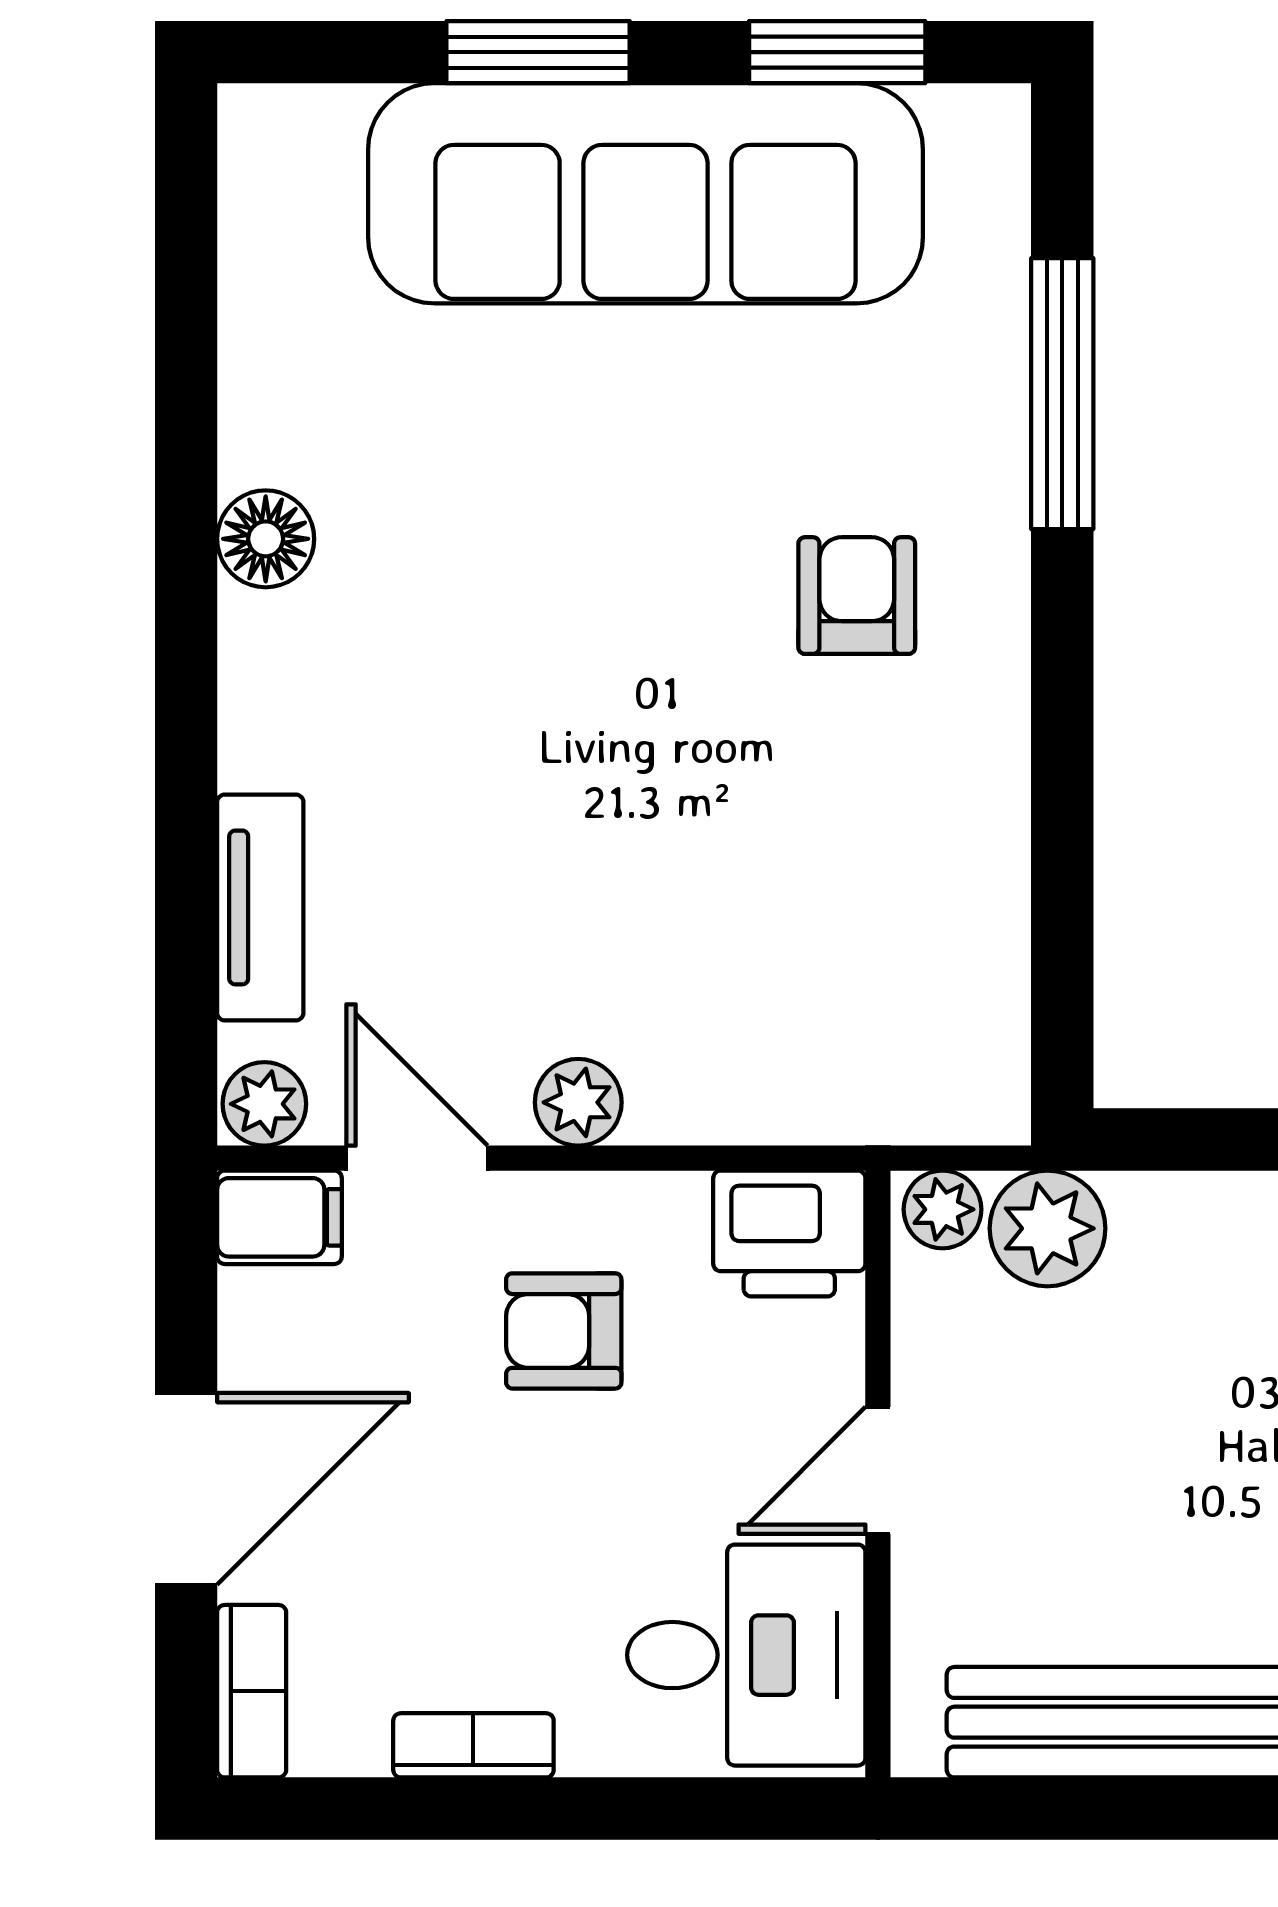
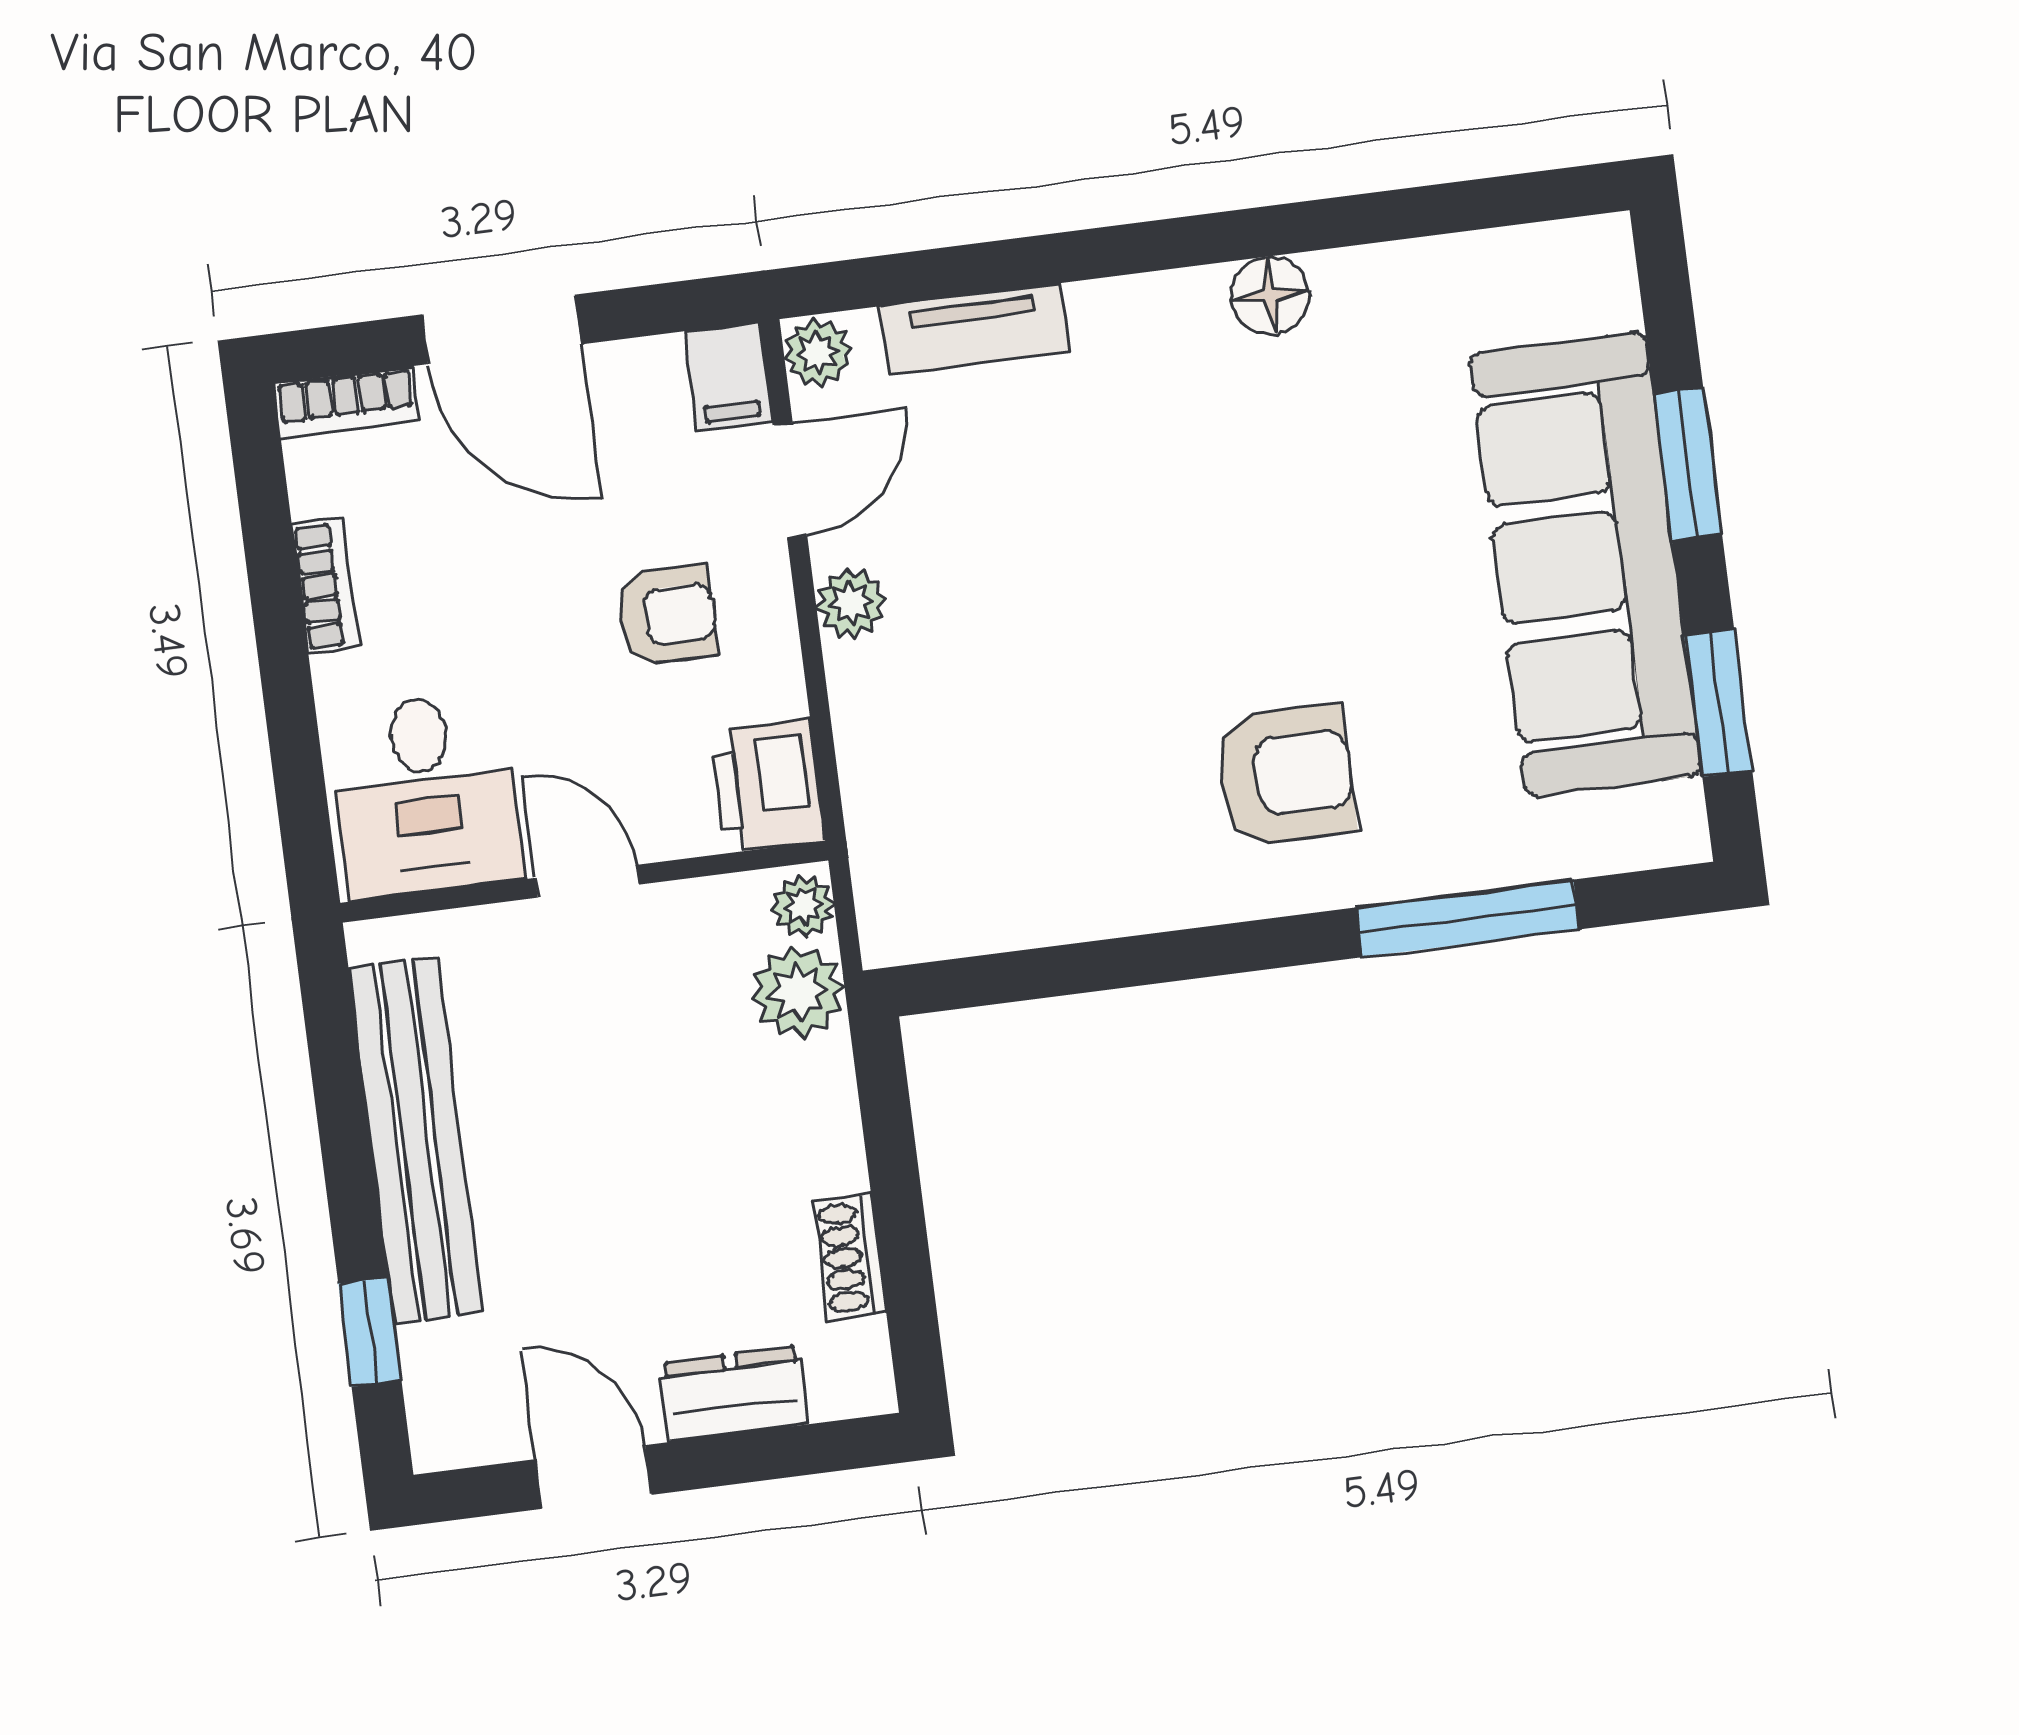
armchair: (857, 596) -> (1285, 775), width x1.38, depth x1.38
armchair: (564, 1331) -> (667, 616), turned 90

